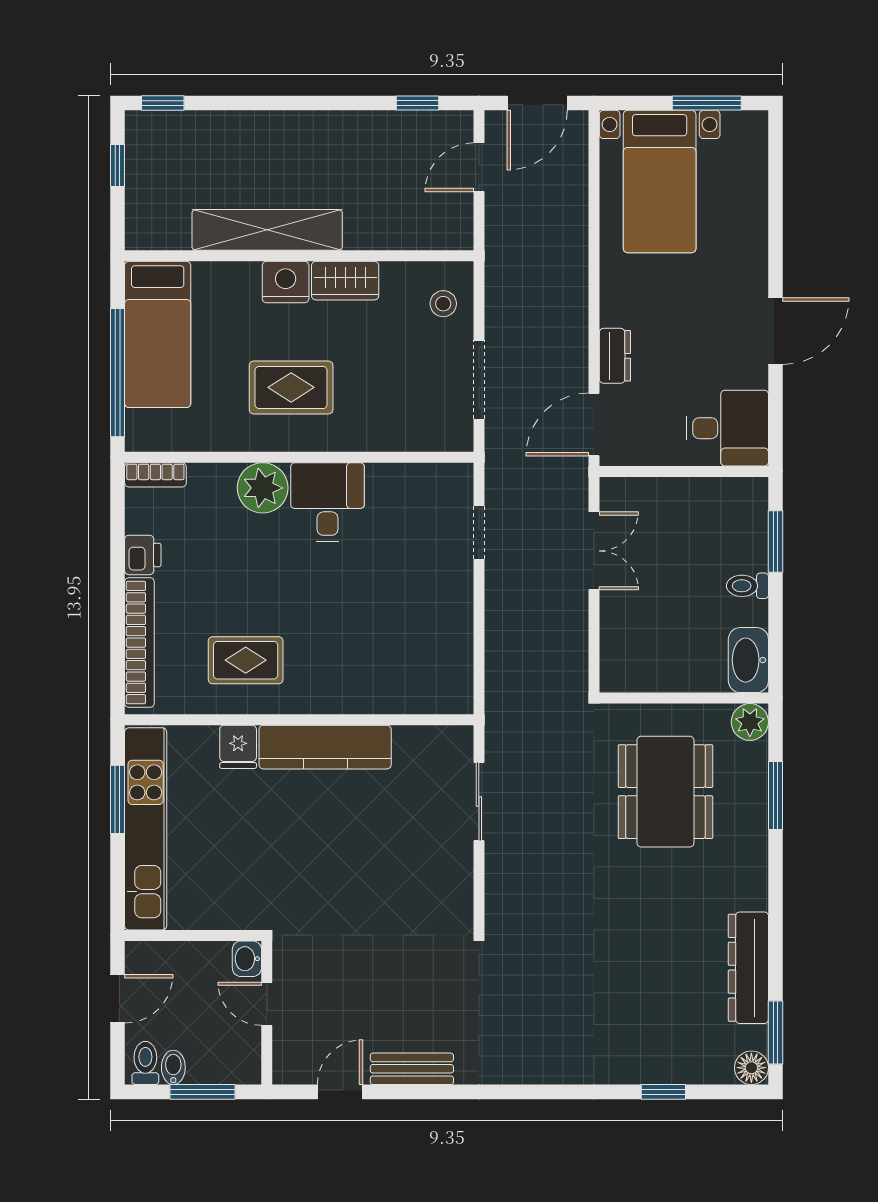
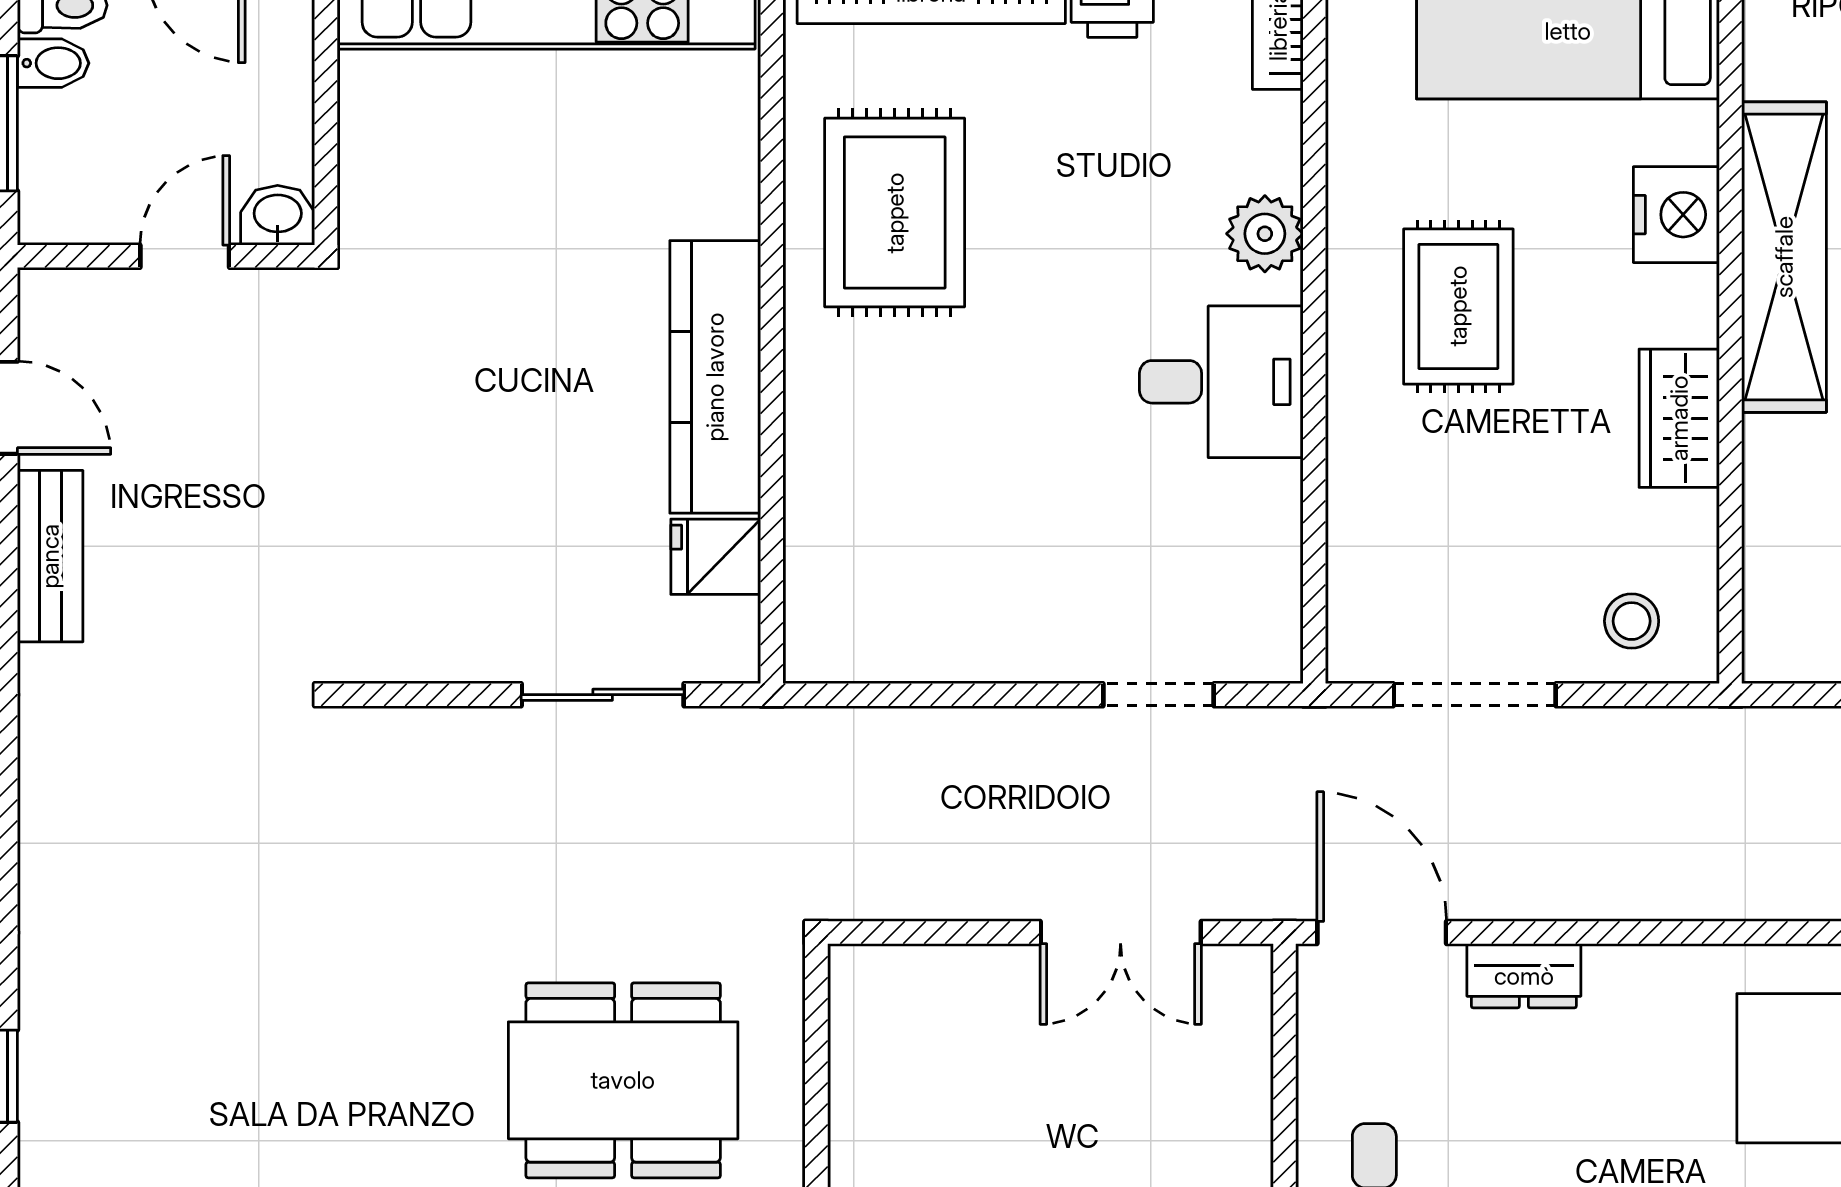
nightstand: (286, 282) -> (1676, 215), moved
plant: (263, 488) -> (1265, 234), width x0.73, depth x0.73
rug: (246, 660) -> (895, 213), width x1.36, depth x1.43
fridge: (238, 747) -> (716, 557), moved

